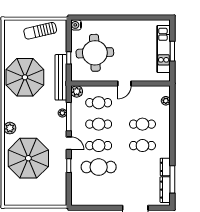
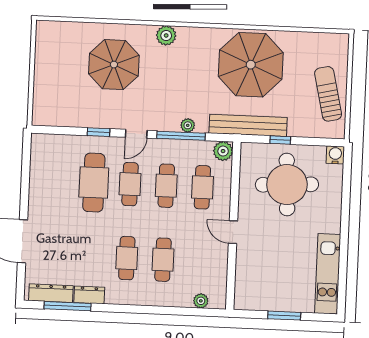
kitchen unit: (164, 49) -> (328, 274), moved, turned -90
parasol: (28, 158) -> (114, 65), width x0.73, depth x0.73

